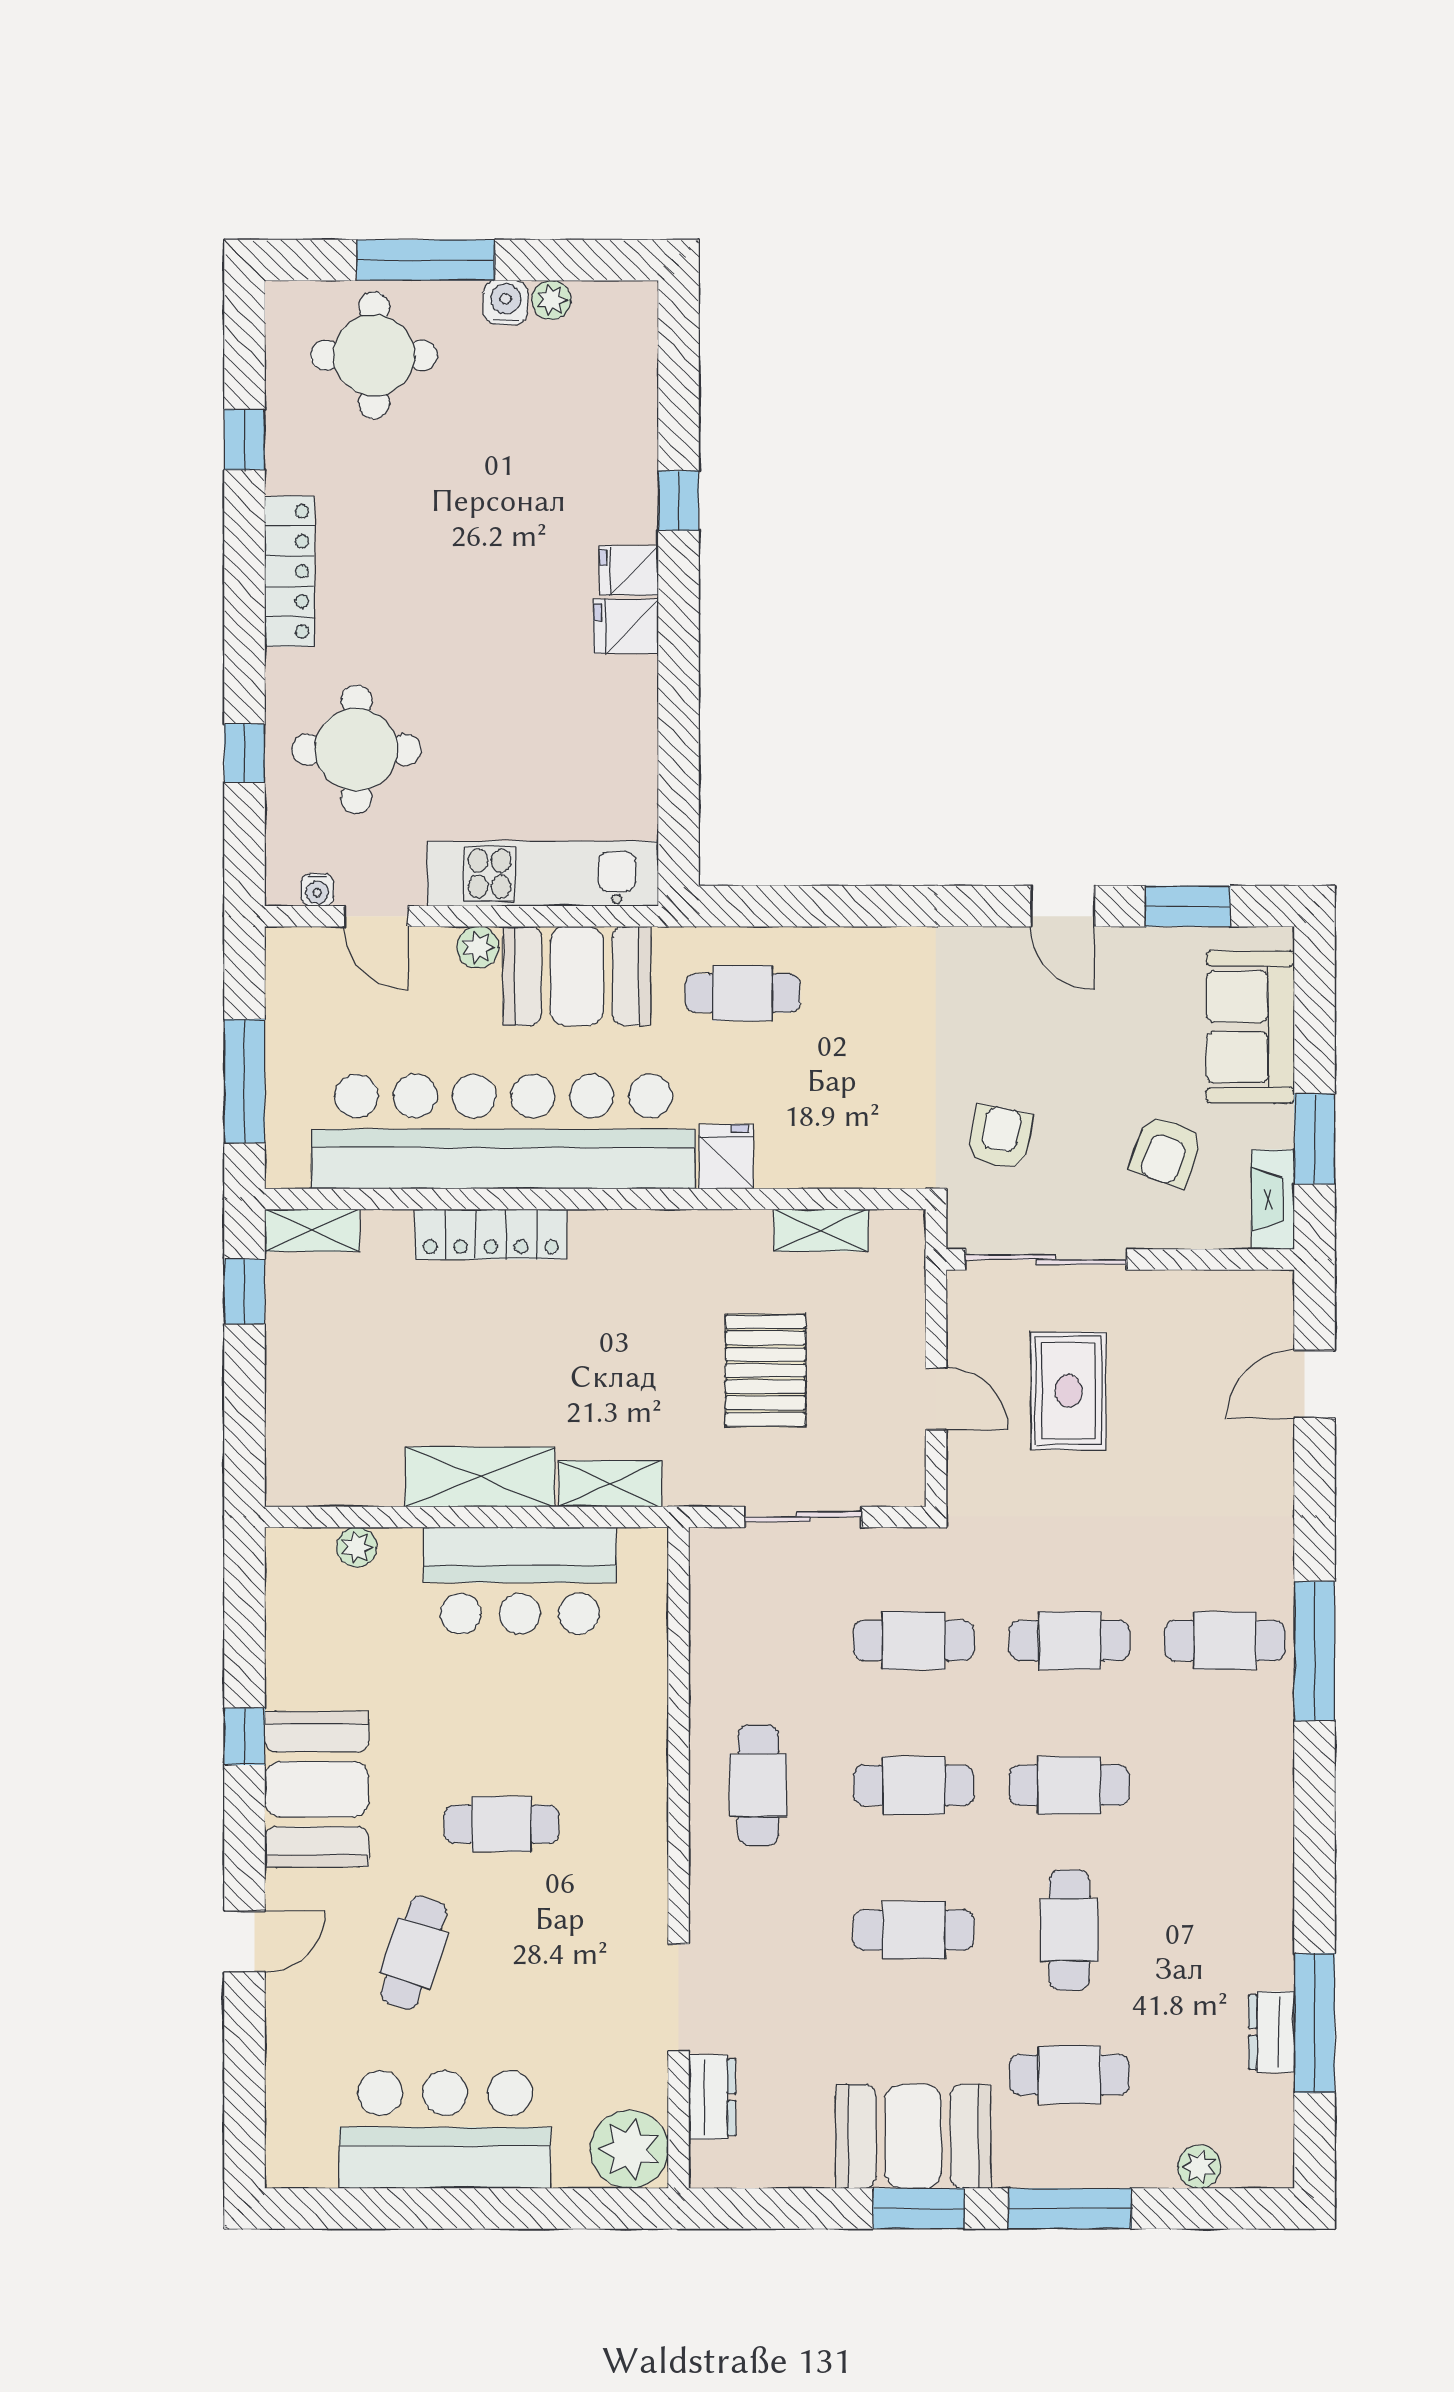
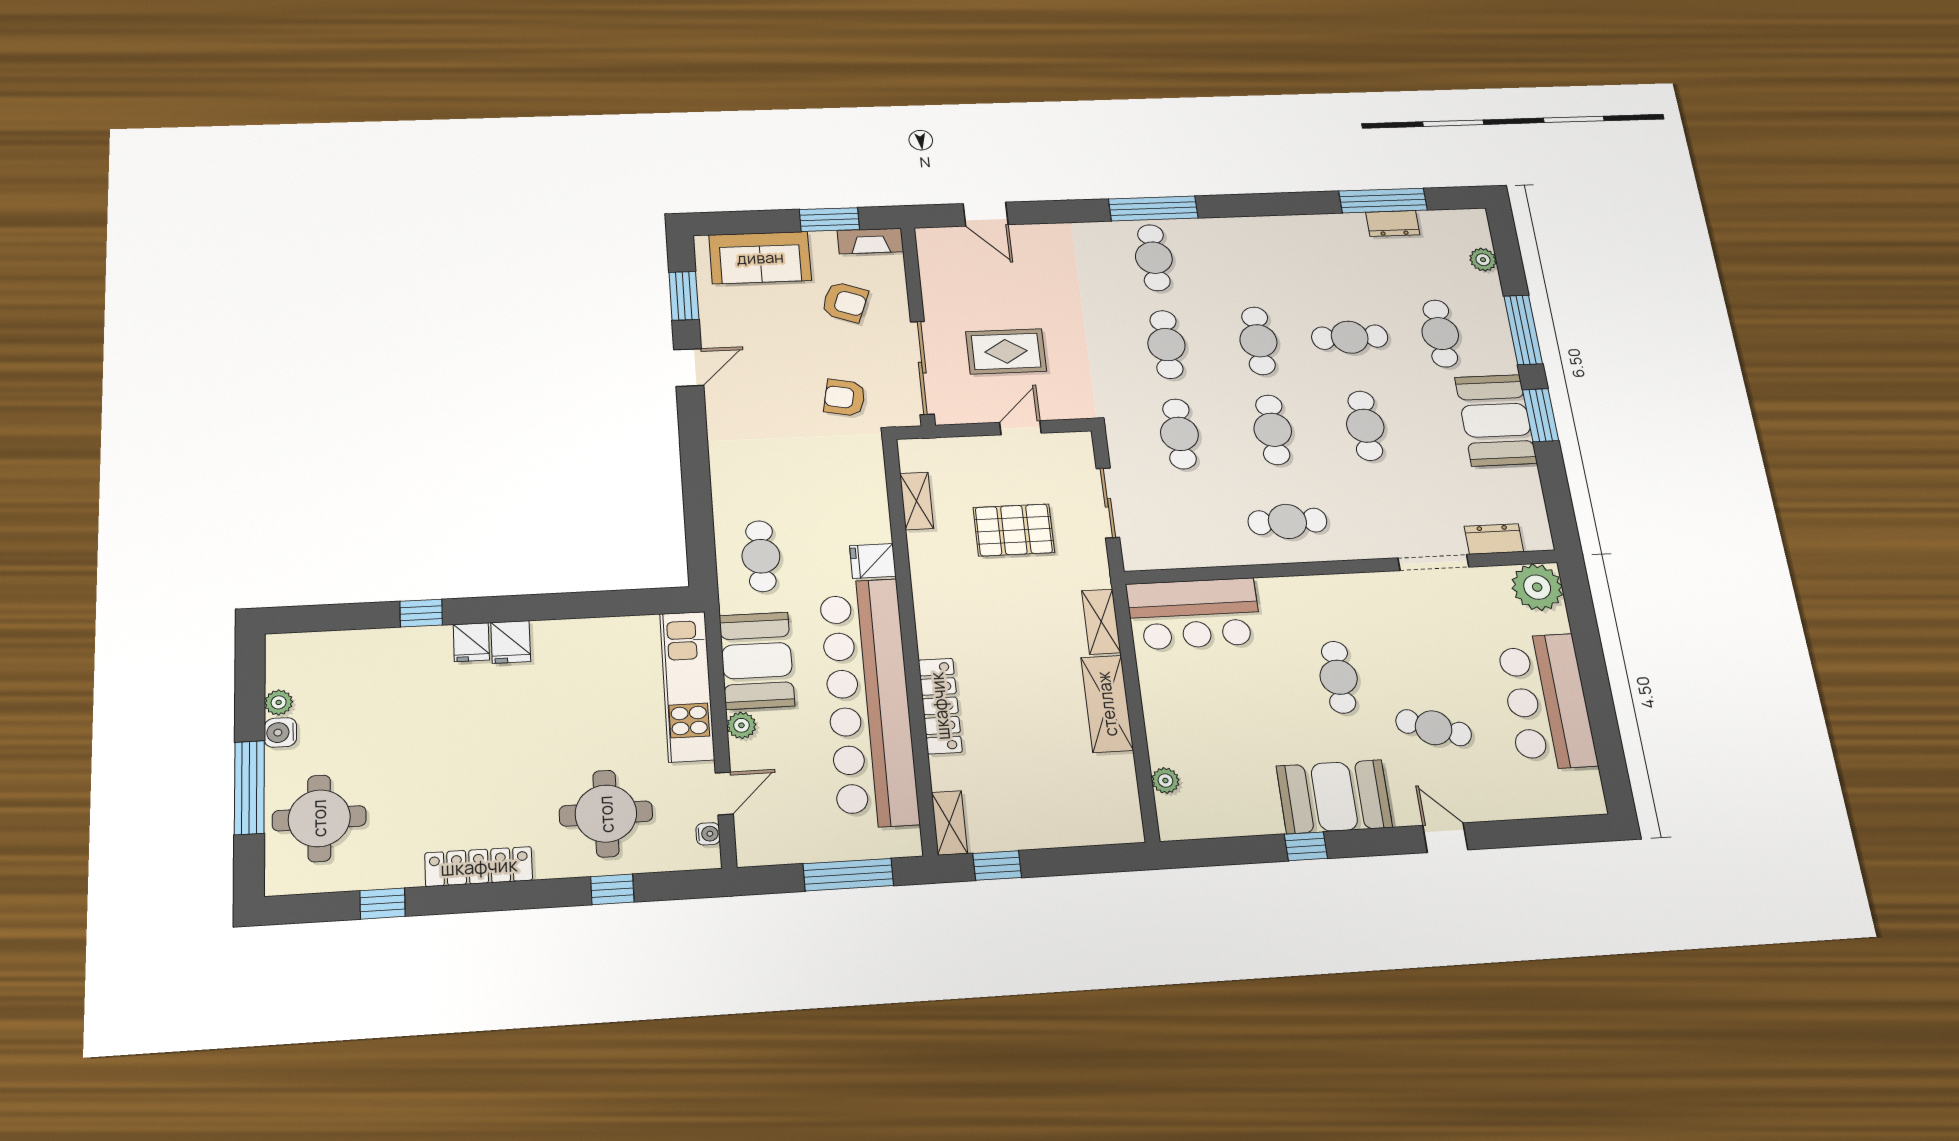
bar counter: (520, 1581) -> (1194, 614), moved, turned 90

